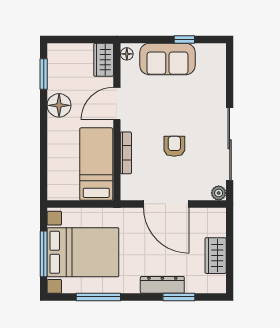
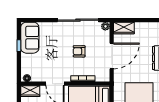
sofa: (167, 59) -> (30, 38), moved
wardrobe: (216, 256) -> (124, 28), moved

